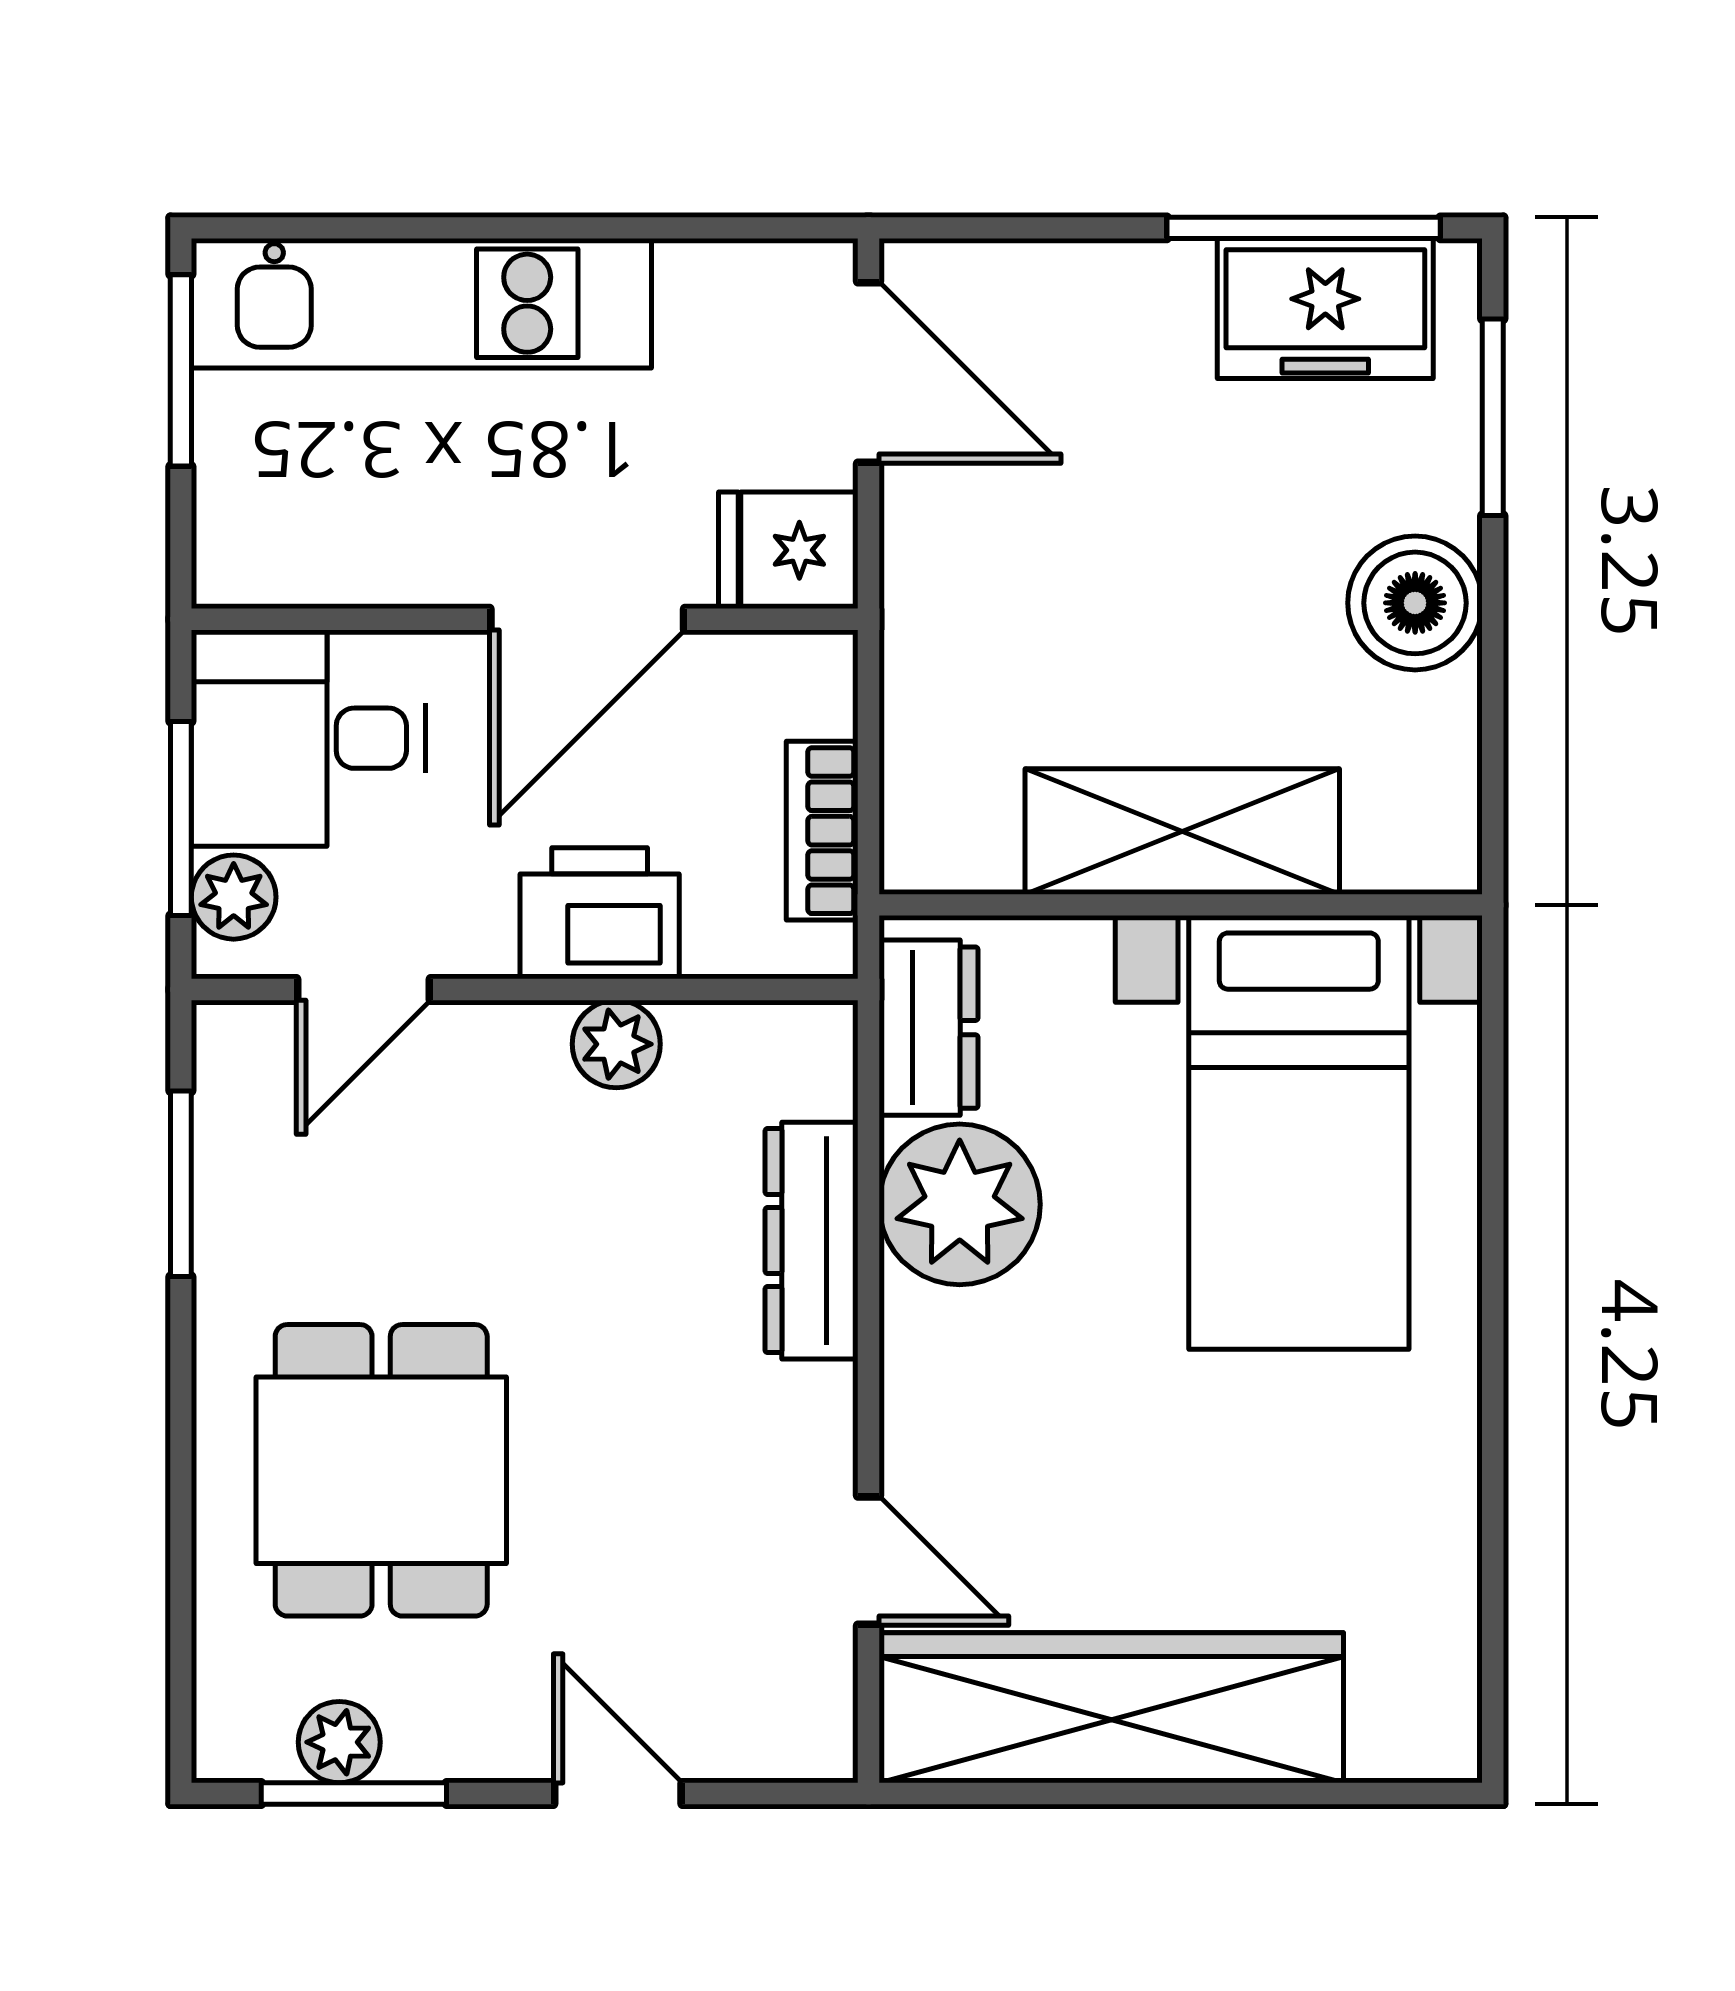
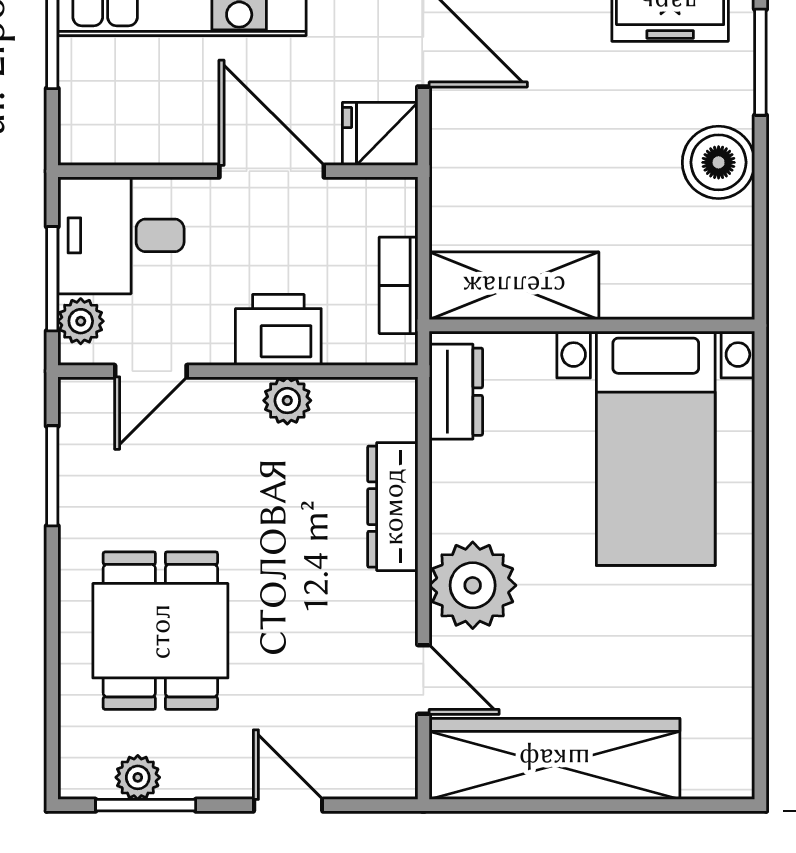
door: (587, 619) -> (272, 171), swing flipped
shelving: (1182, 832) -> (514, 286), moved
plant: (960, 1204) -> (473, 585), moved

